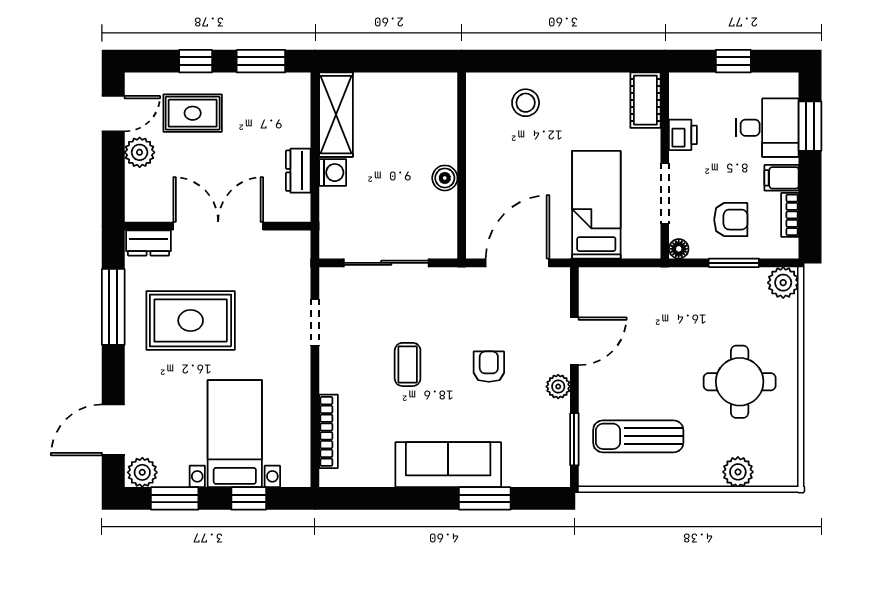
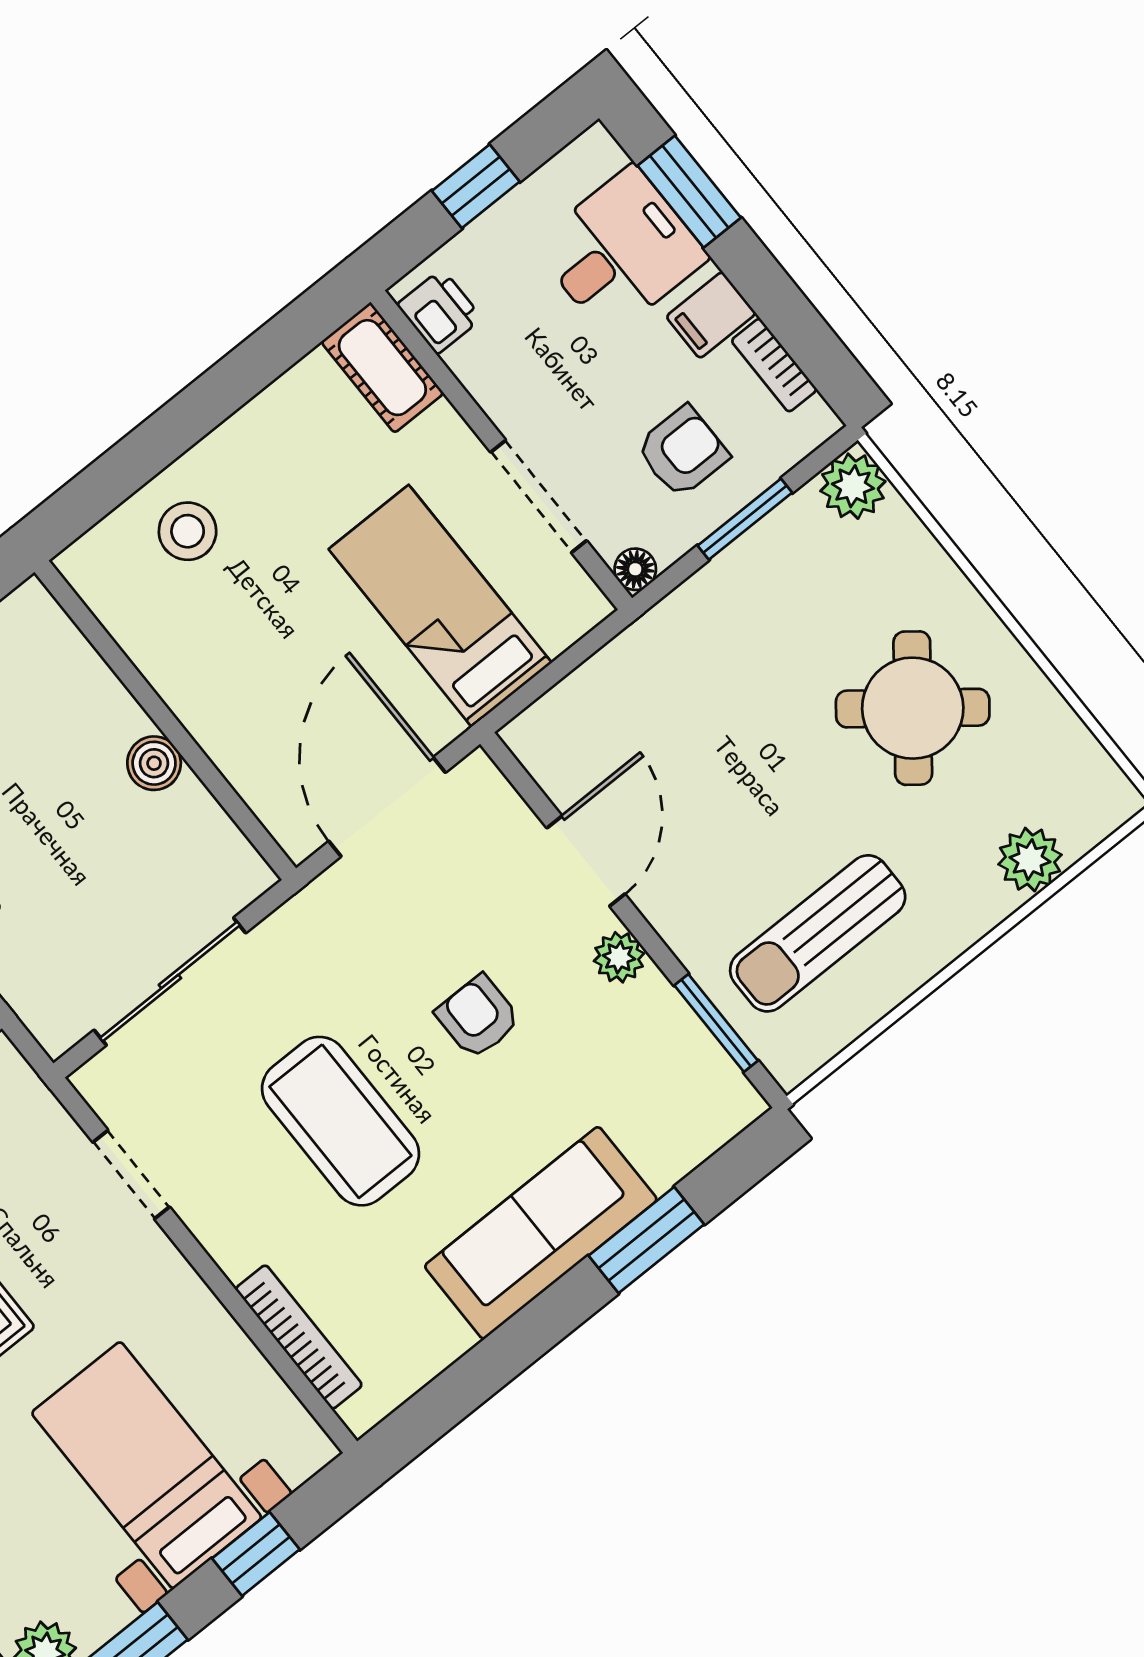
printer: (683, 135) -> (439, 311), moved
coffee table: (408, 364) -> (340, 1121), width x1.86, depth x1.72
round table: (740, 382) -> (913, 708), turned 38

